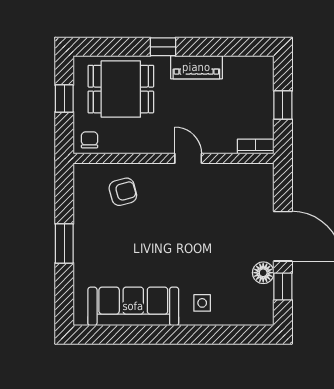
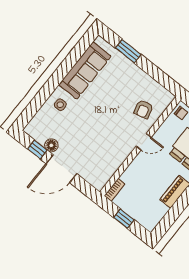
door: (188, 158) -> (144, 142), moved
window: (64, 243) -> (128, 51), moved

